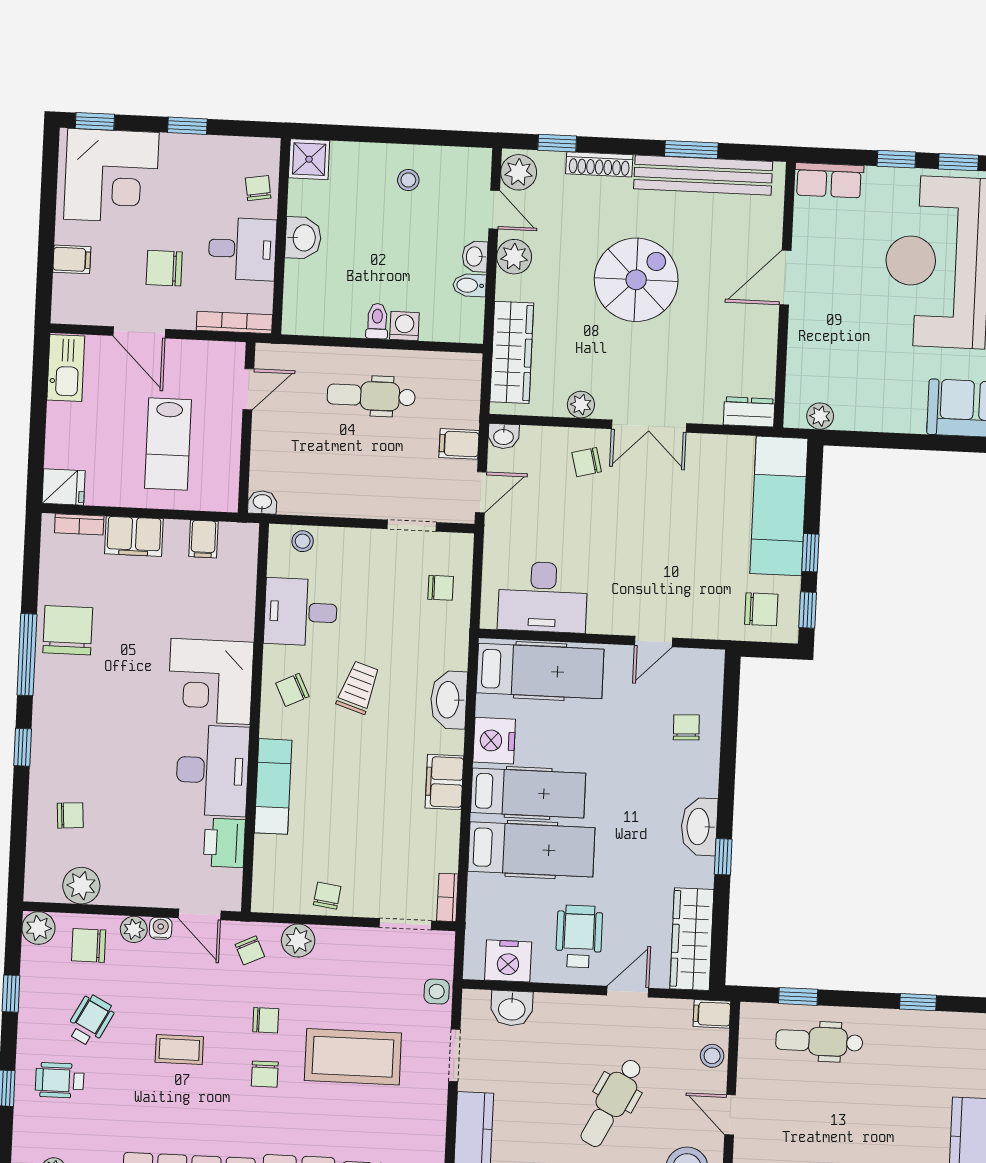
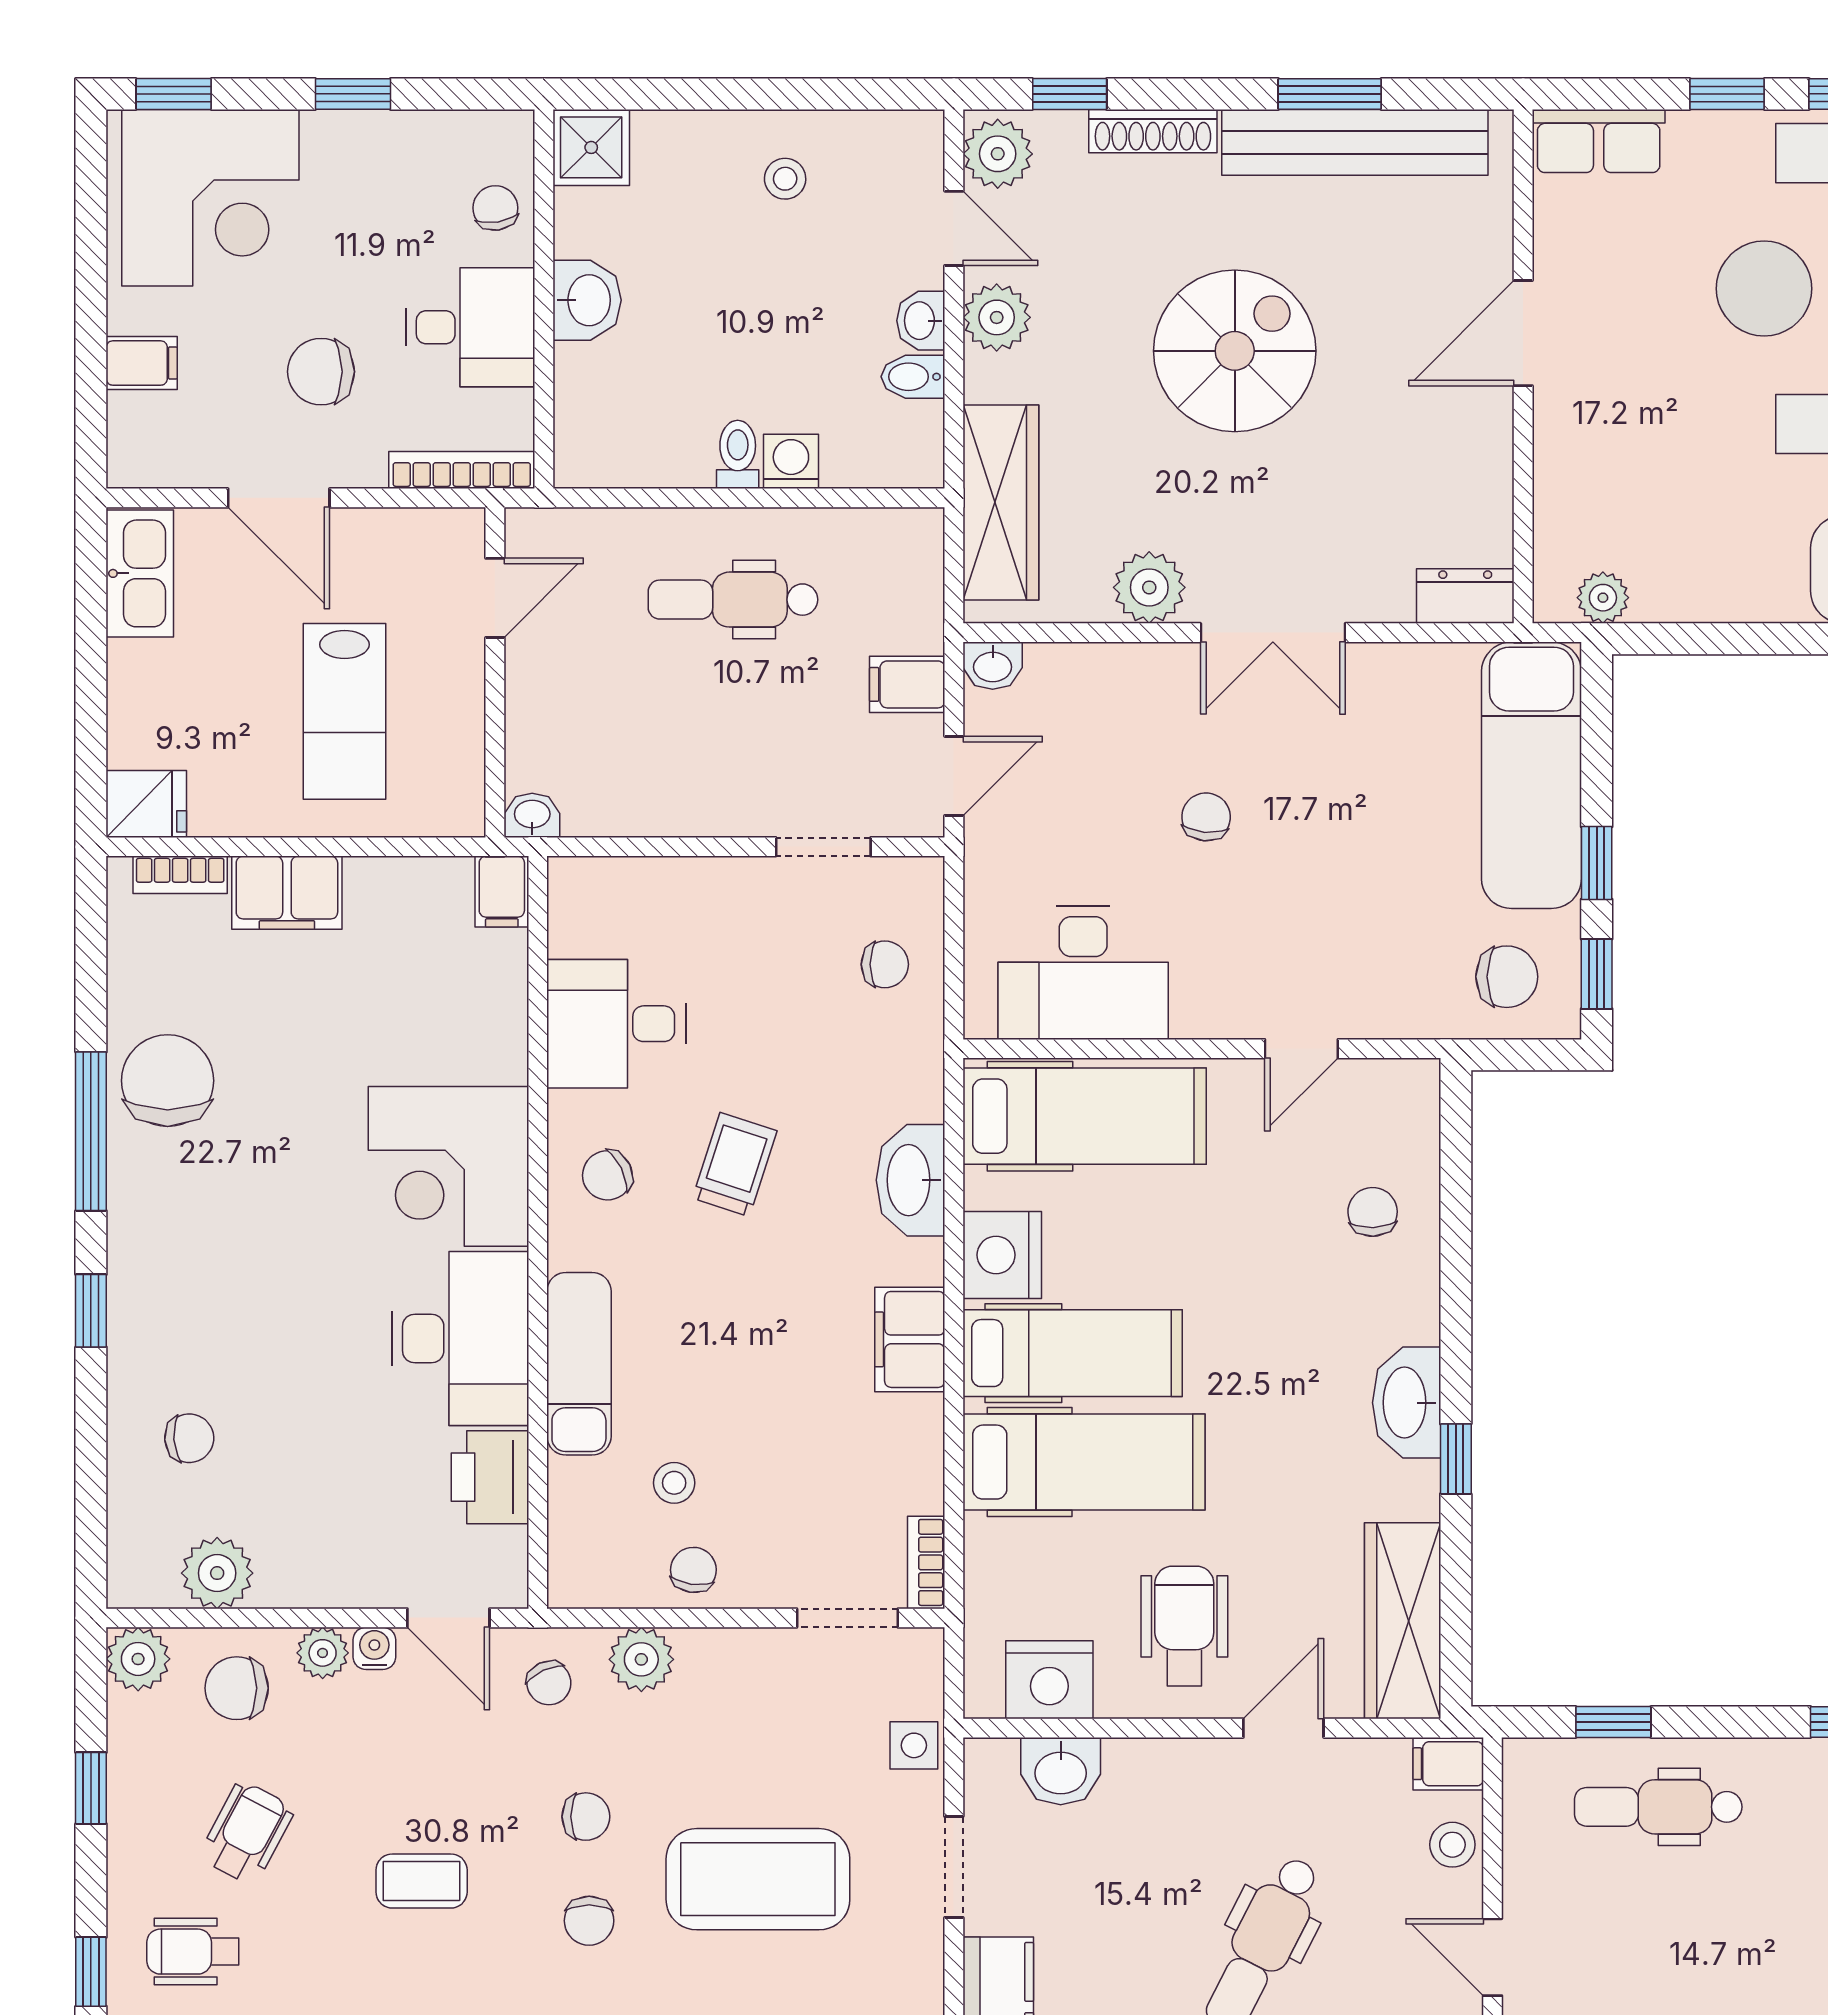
plant: (581, 405) -> (1149, 587), width x1.38, depth x1.38
chair: (587, 462) -> (1206, 817), moved, turned 109
filing cabinet: (203, 539) -> (502, 892), moved
stool: (303, 541) -> (674, 1483), moved

